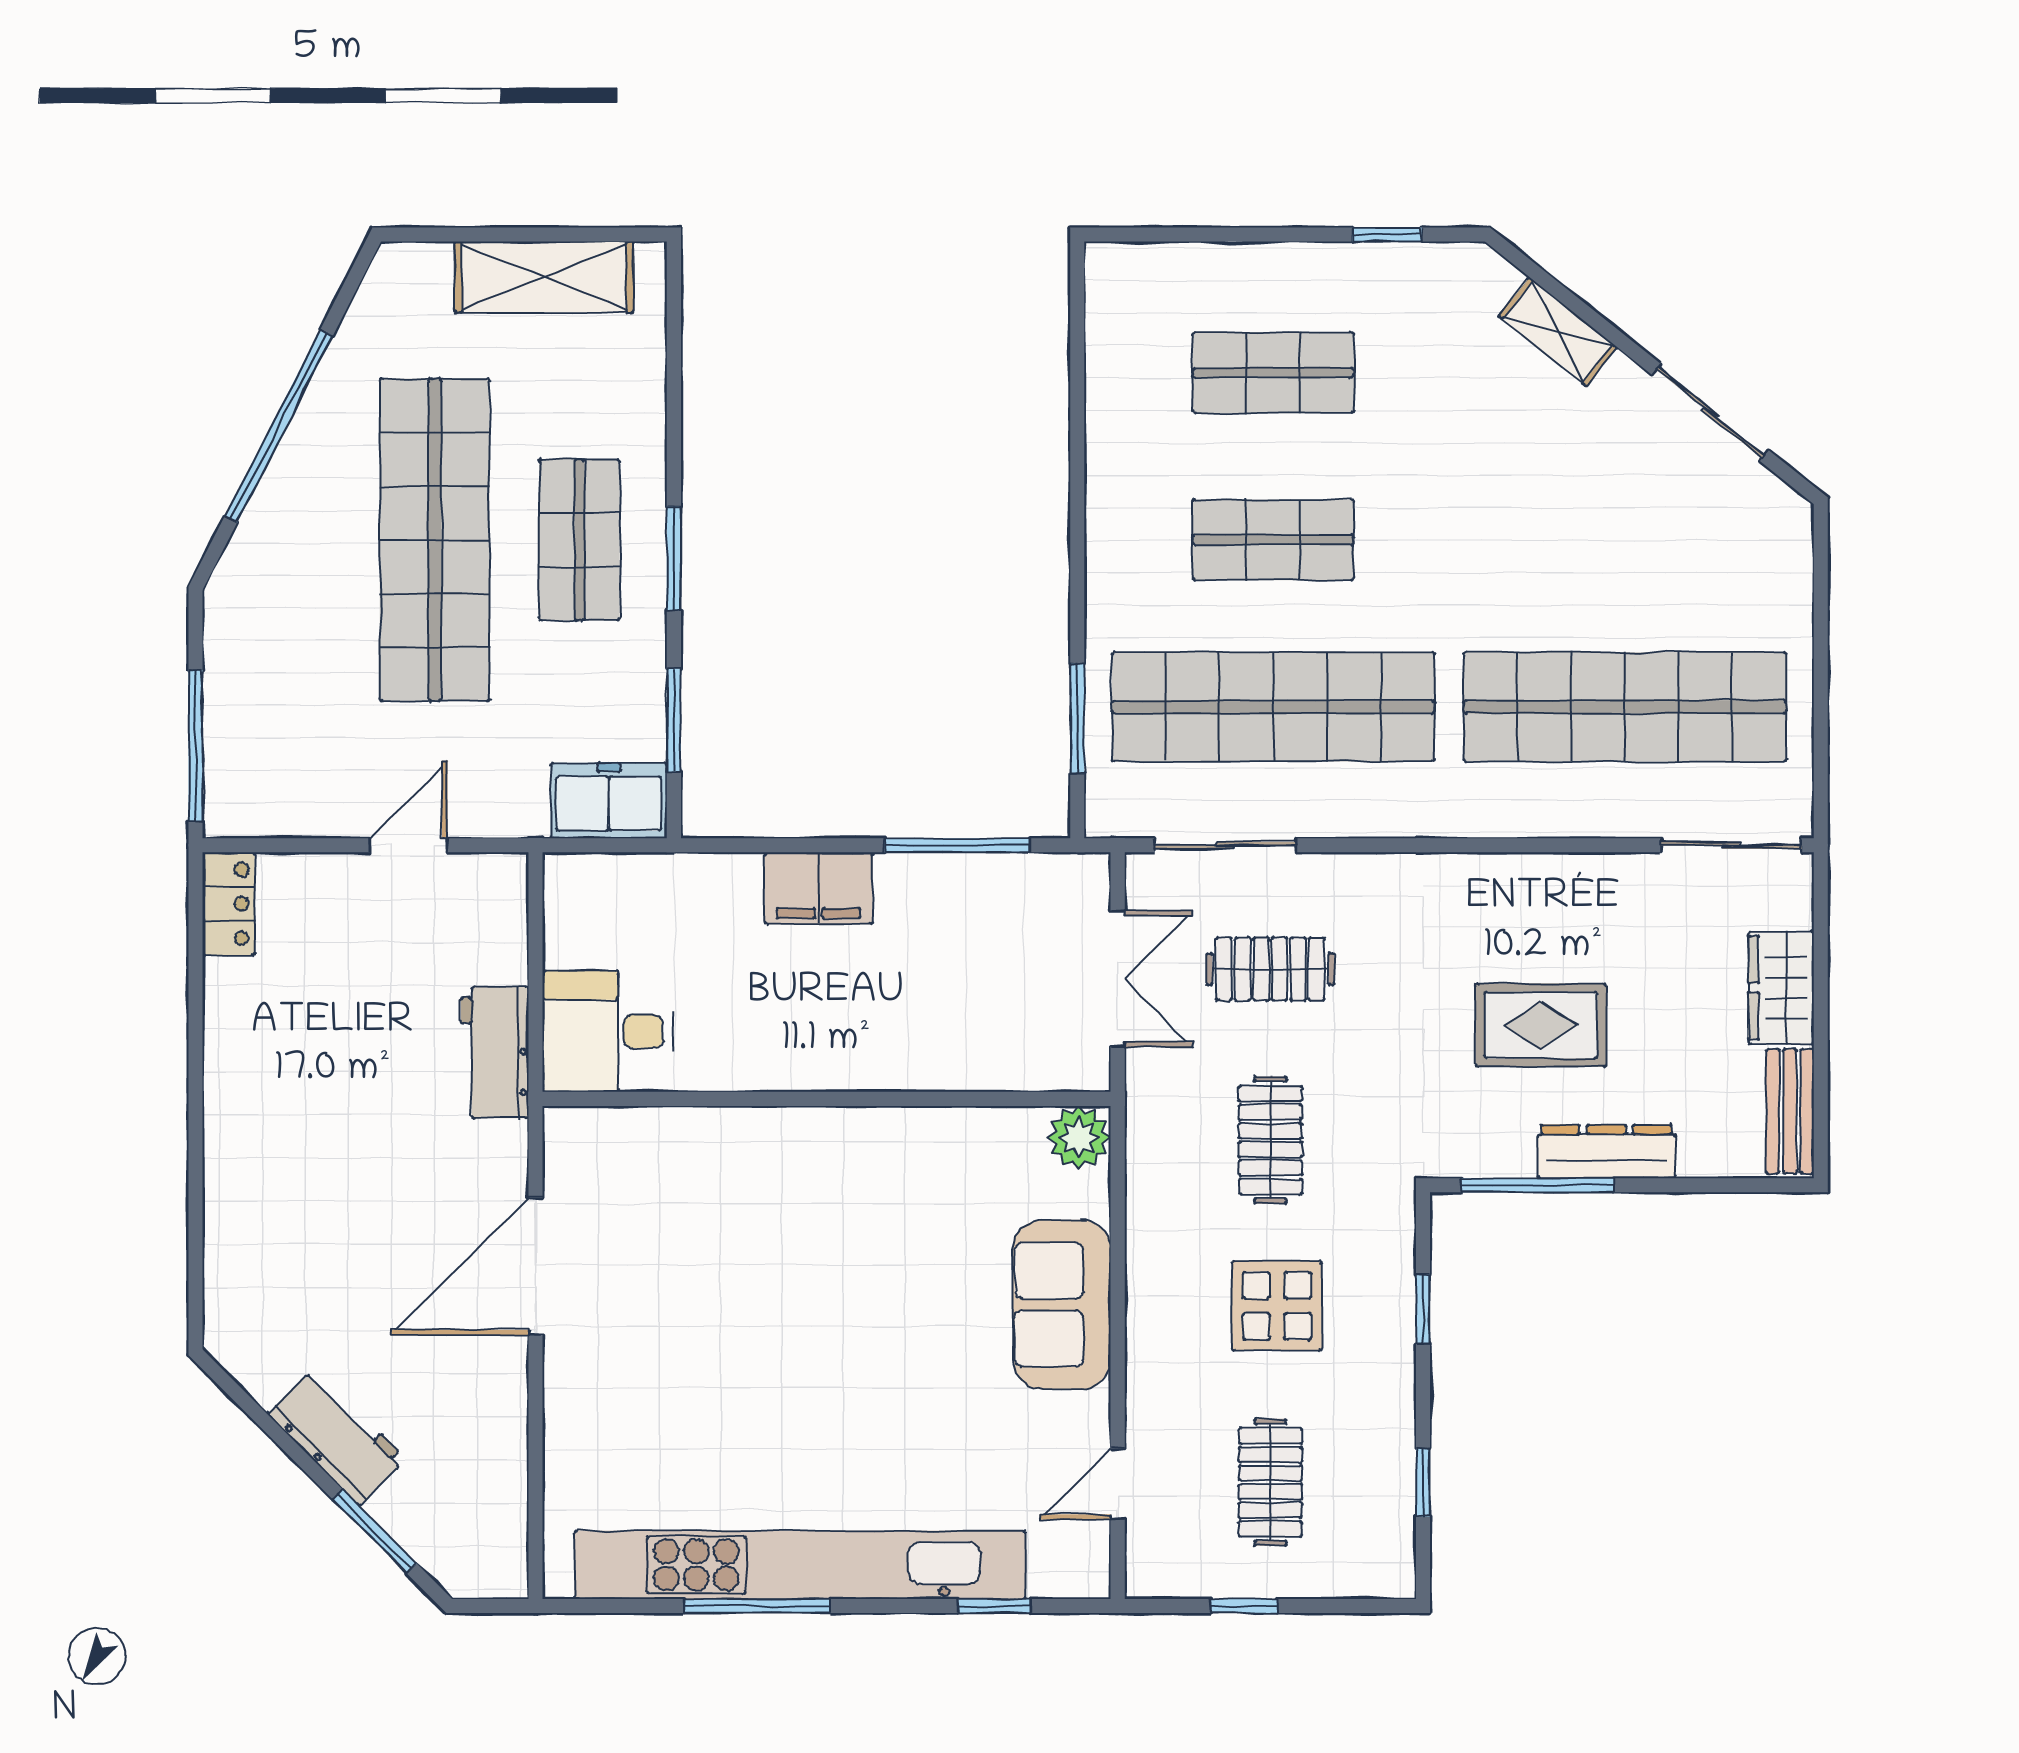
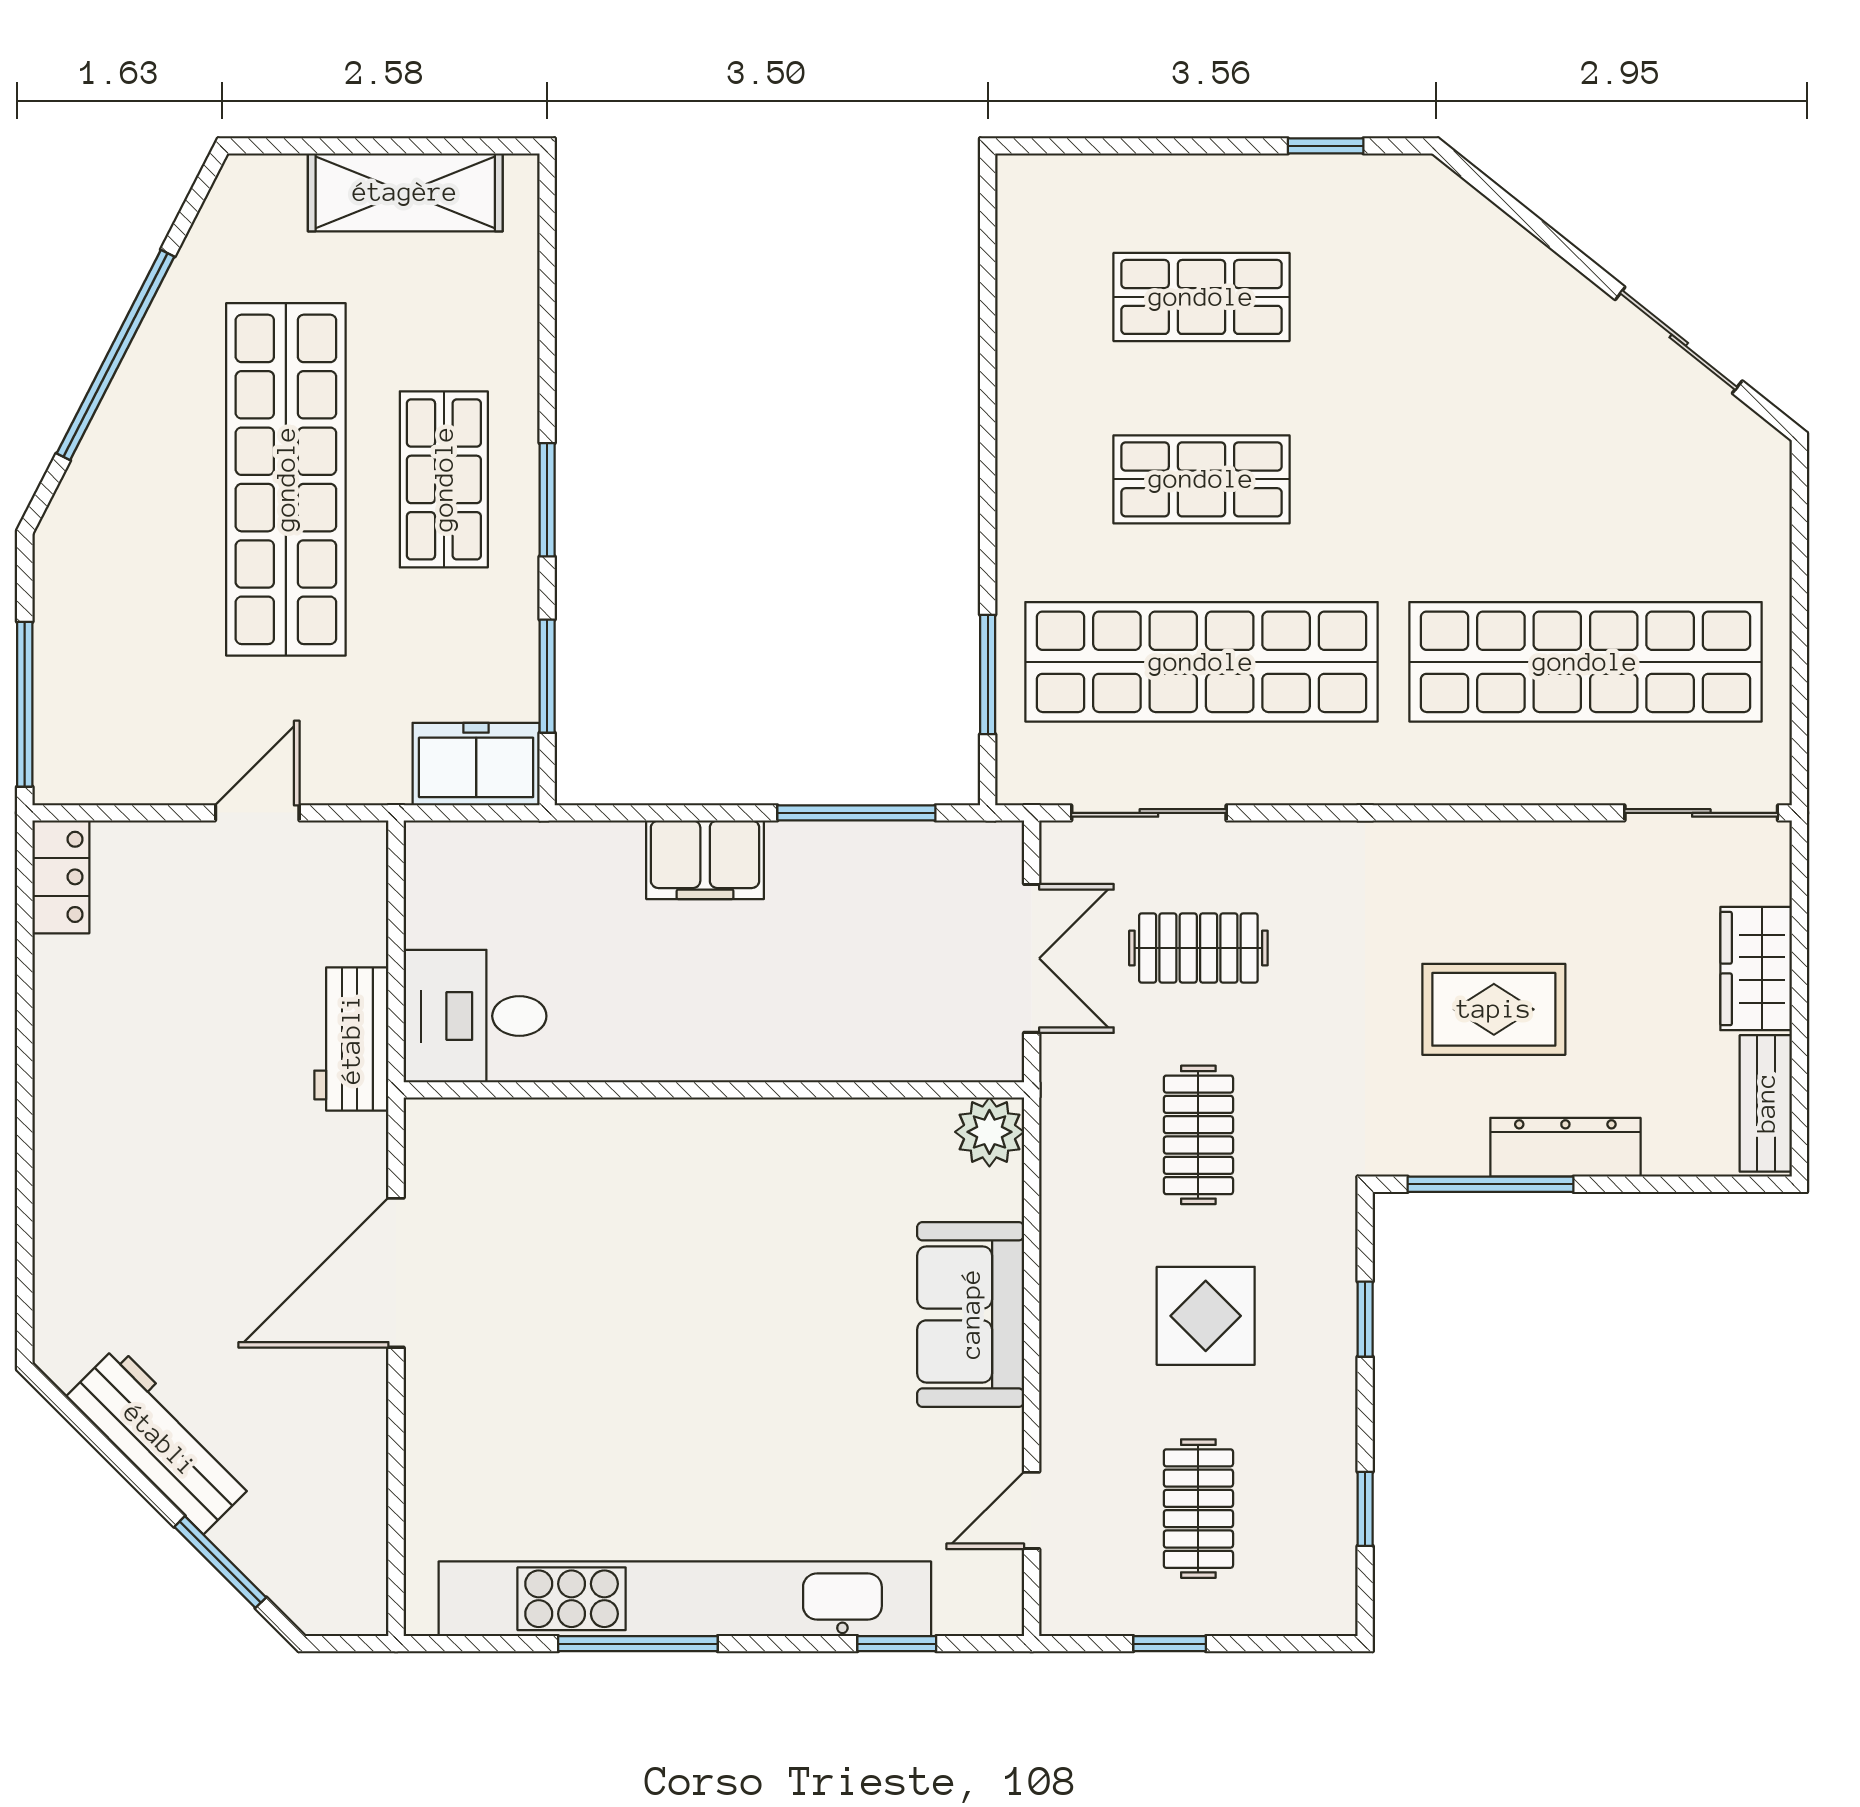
shelving: (1558, 332) -> (1512, 252), removed
workbench: (337, 1437) -> (160, 1440), width x1.38

